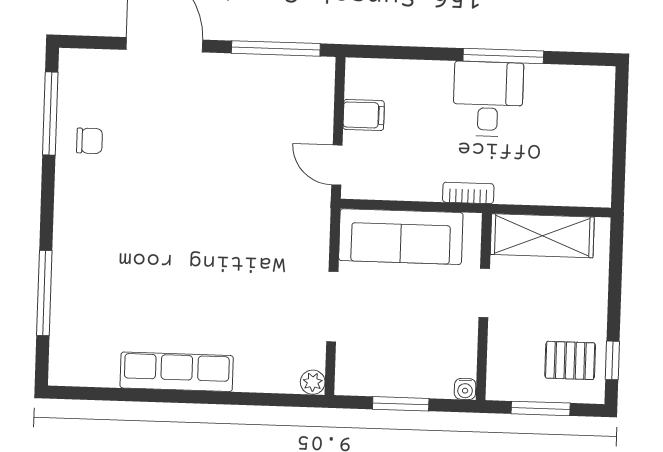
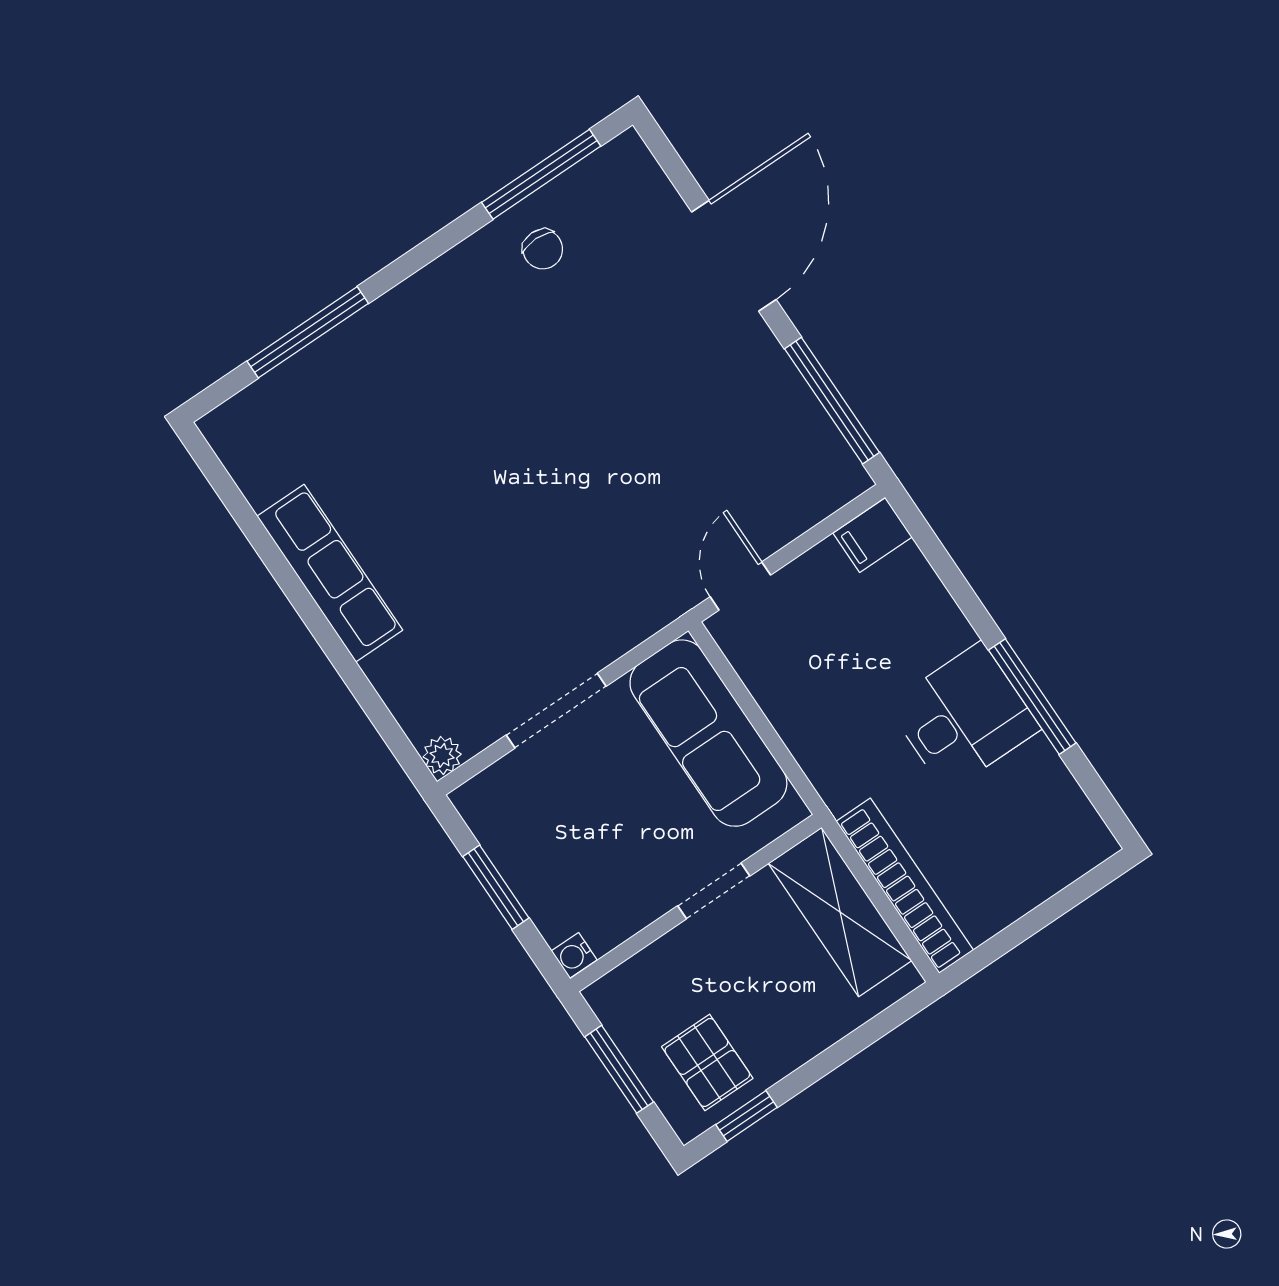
filing cabinet: (364, 115) -> (873, 535), moved, turned 90
bookcase: (468, 193) -> (905, 886), moved, width x2.31, depth x1.31

